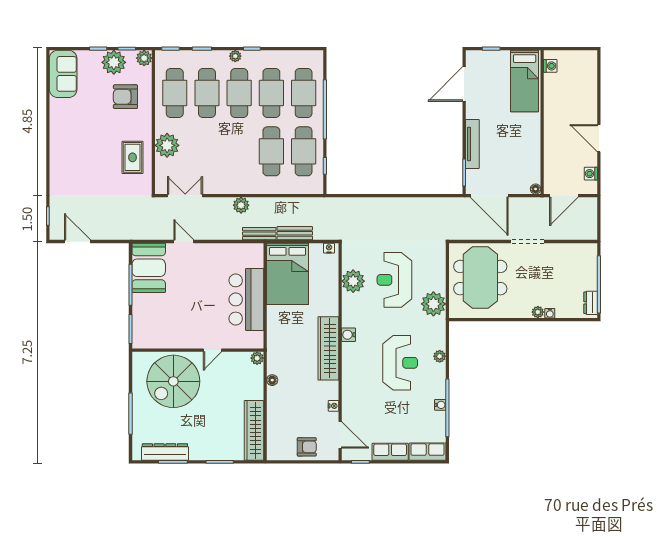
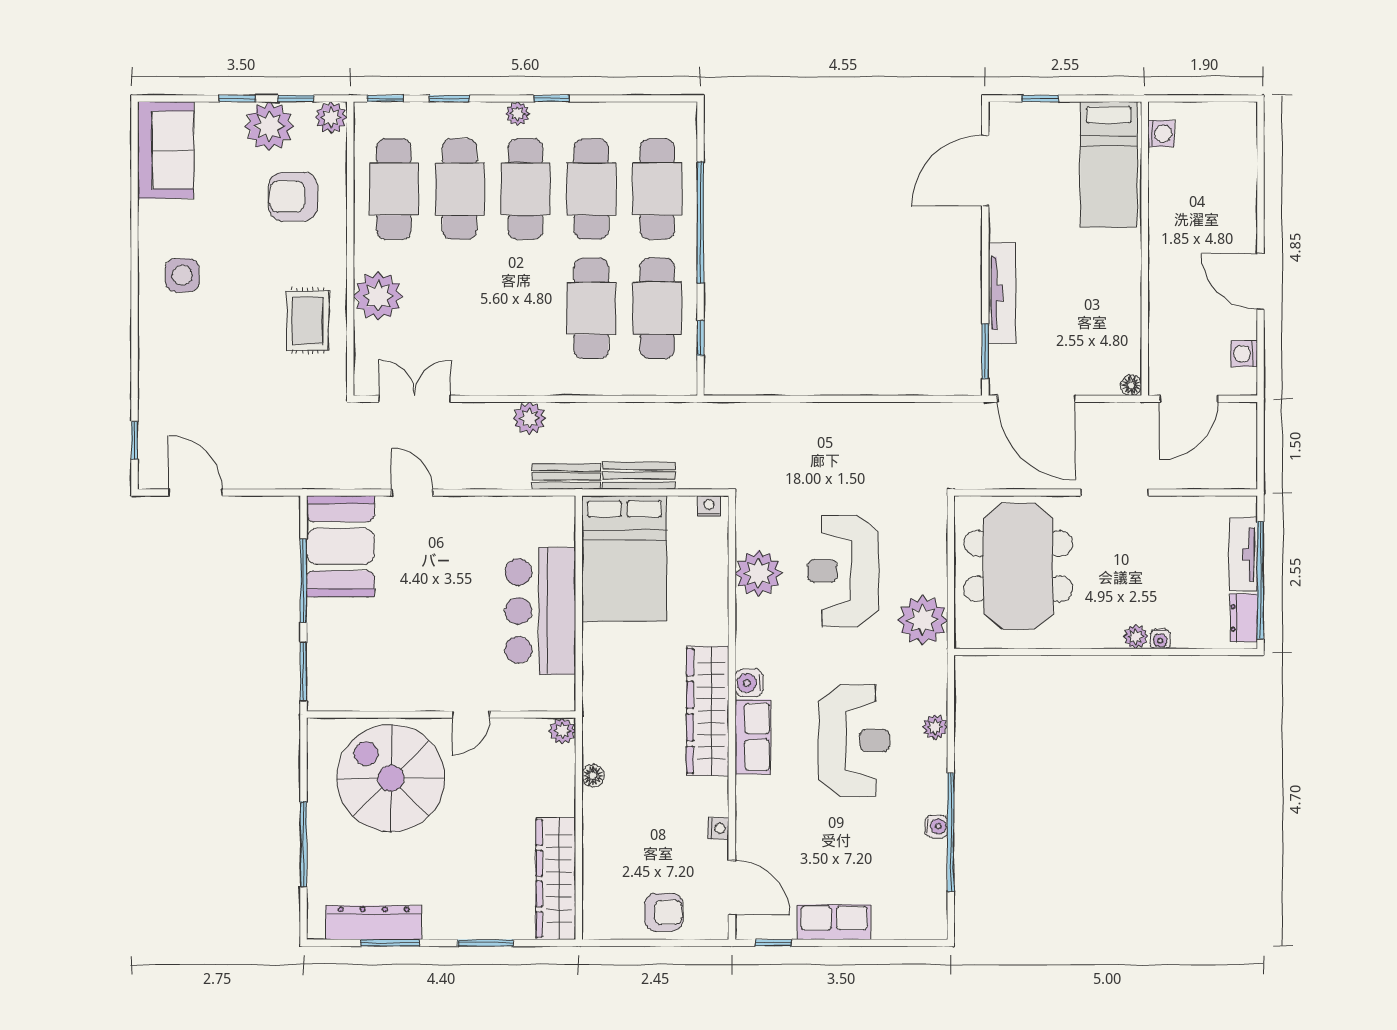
side table: (71, 135) -> (182, 275), added
tv unit: (590, 272) -> (1243, 554), added
spiral stairs: (173, 381) -> (391, 778), turned 90
row of seats: (428, 452) -> (753, 737), moved, turned 90

